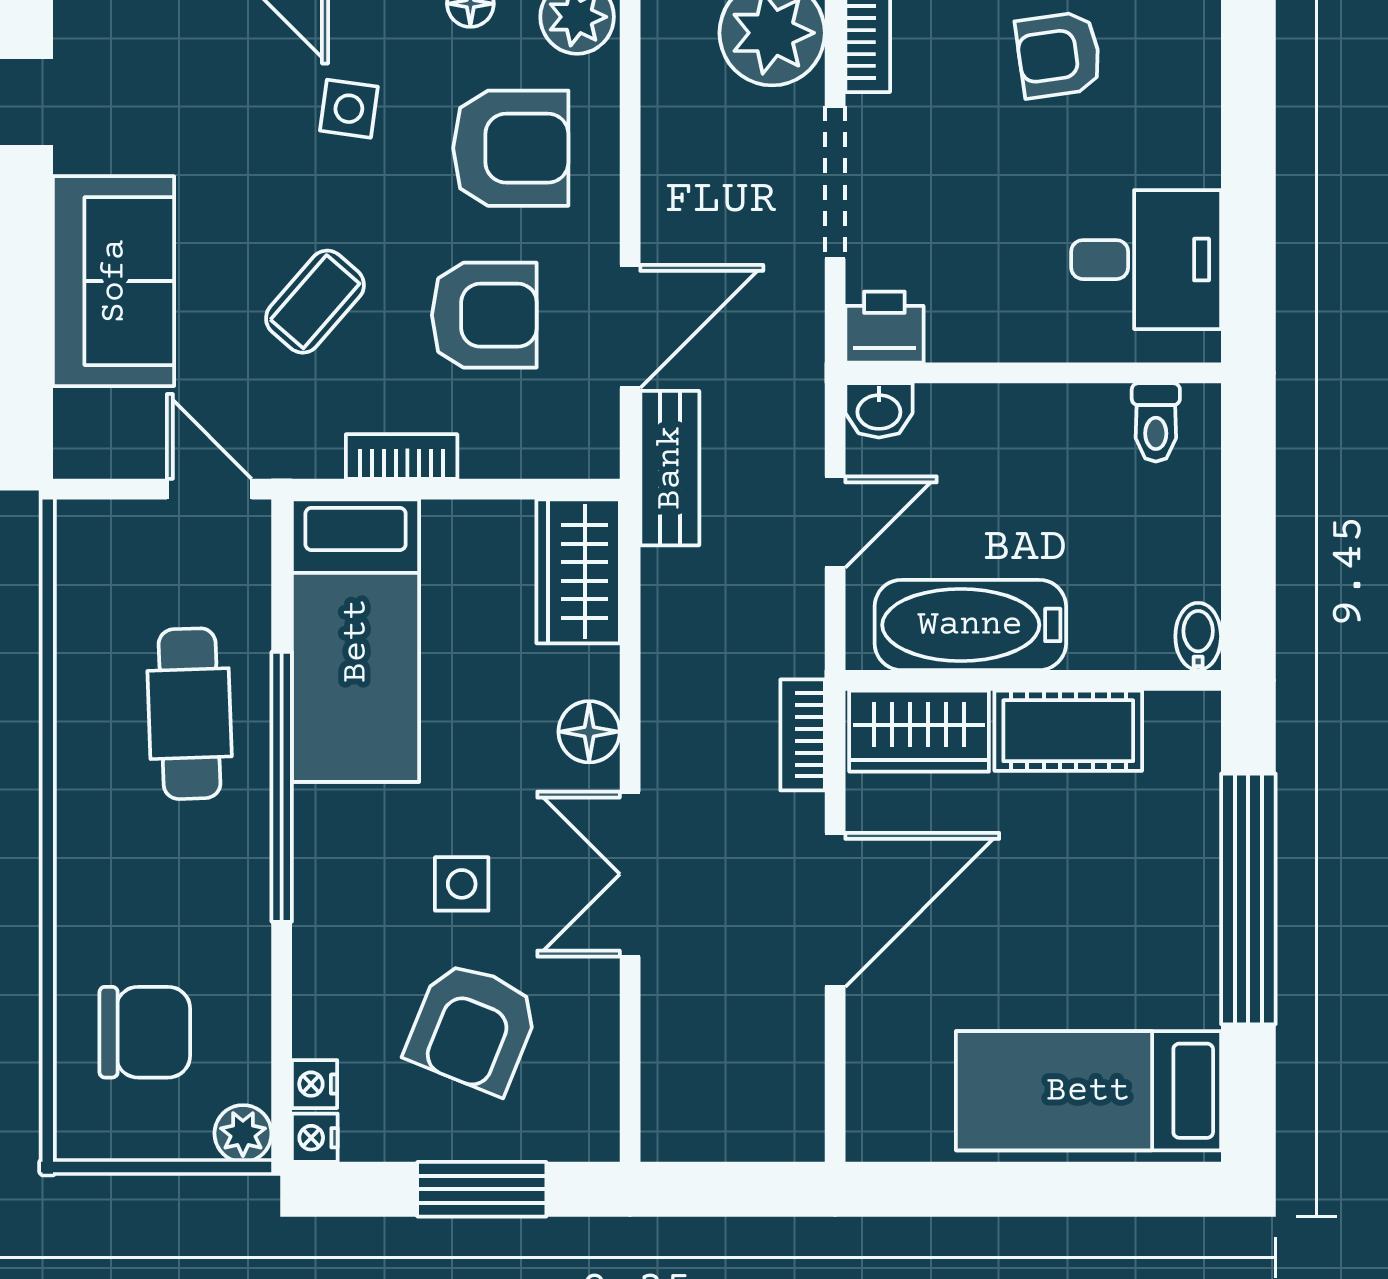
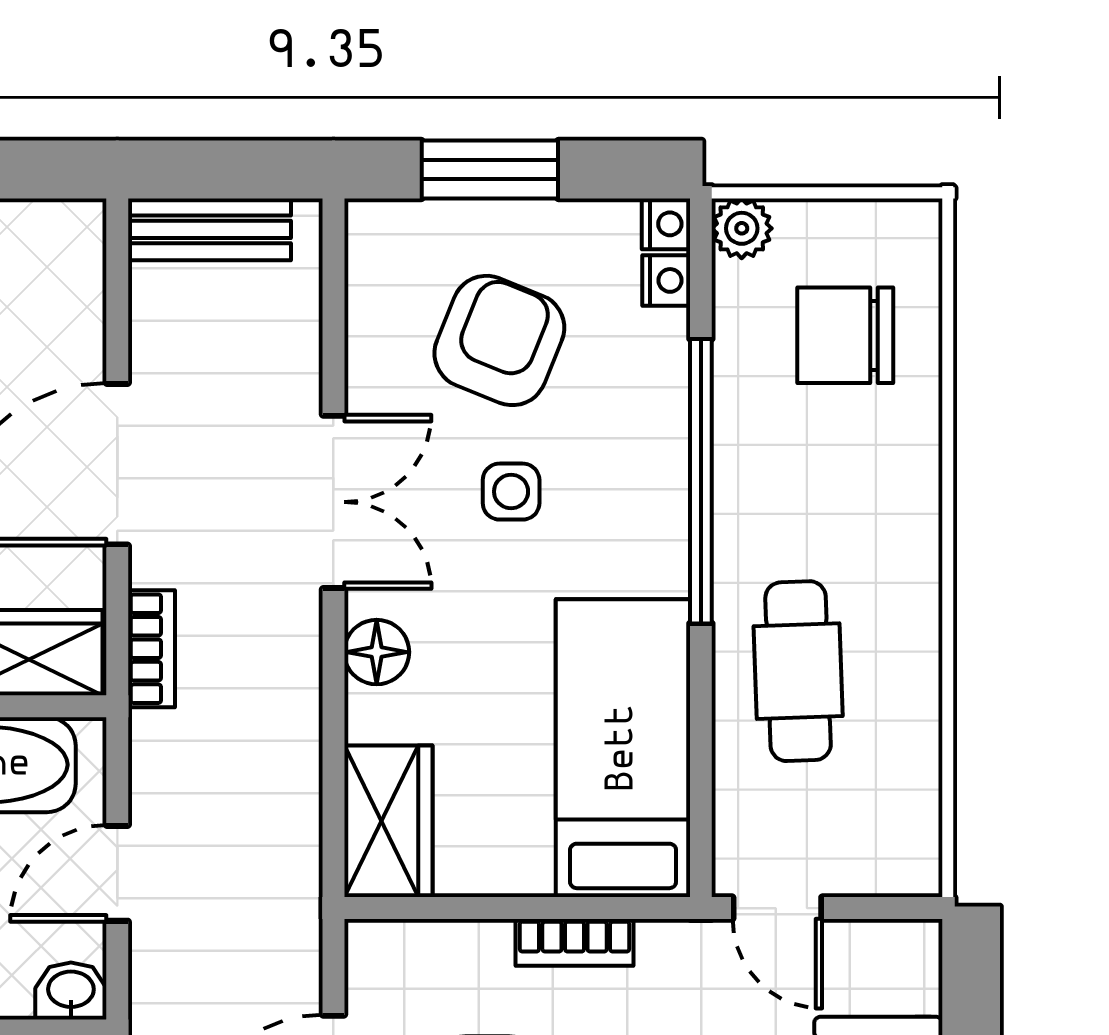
bench: (670, 468) -> (209, 229), moved, turned 90
window: (282, 787) -> (701, 481), moved

